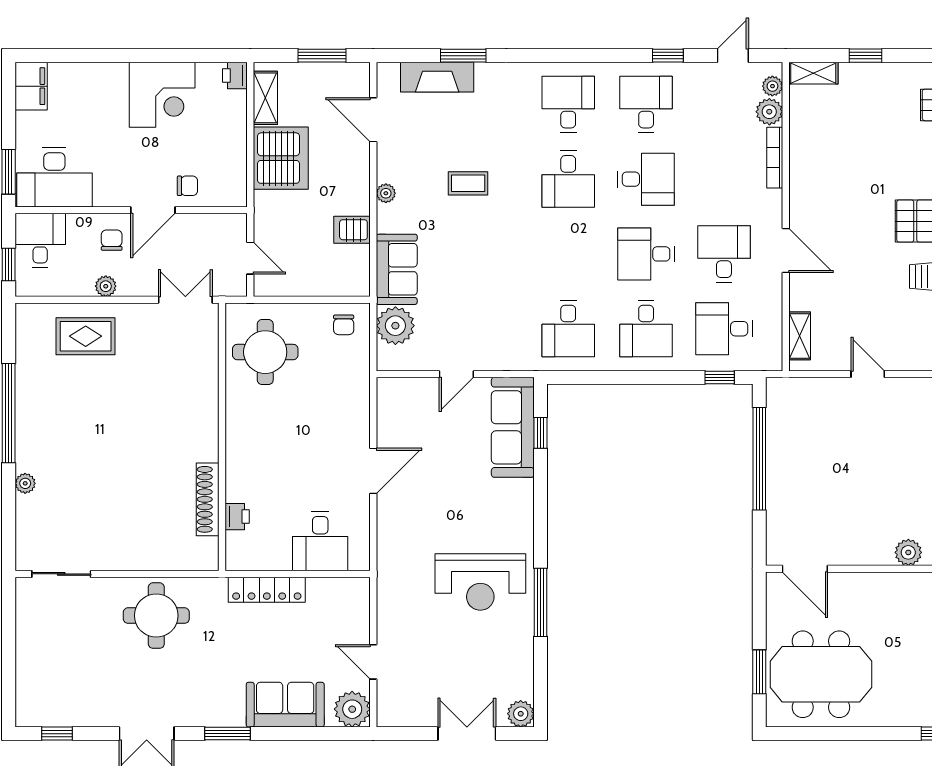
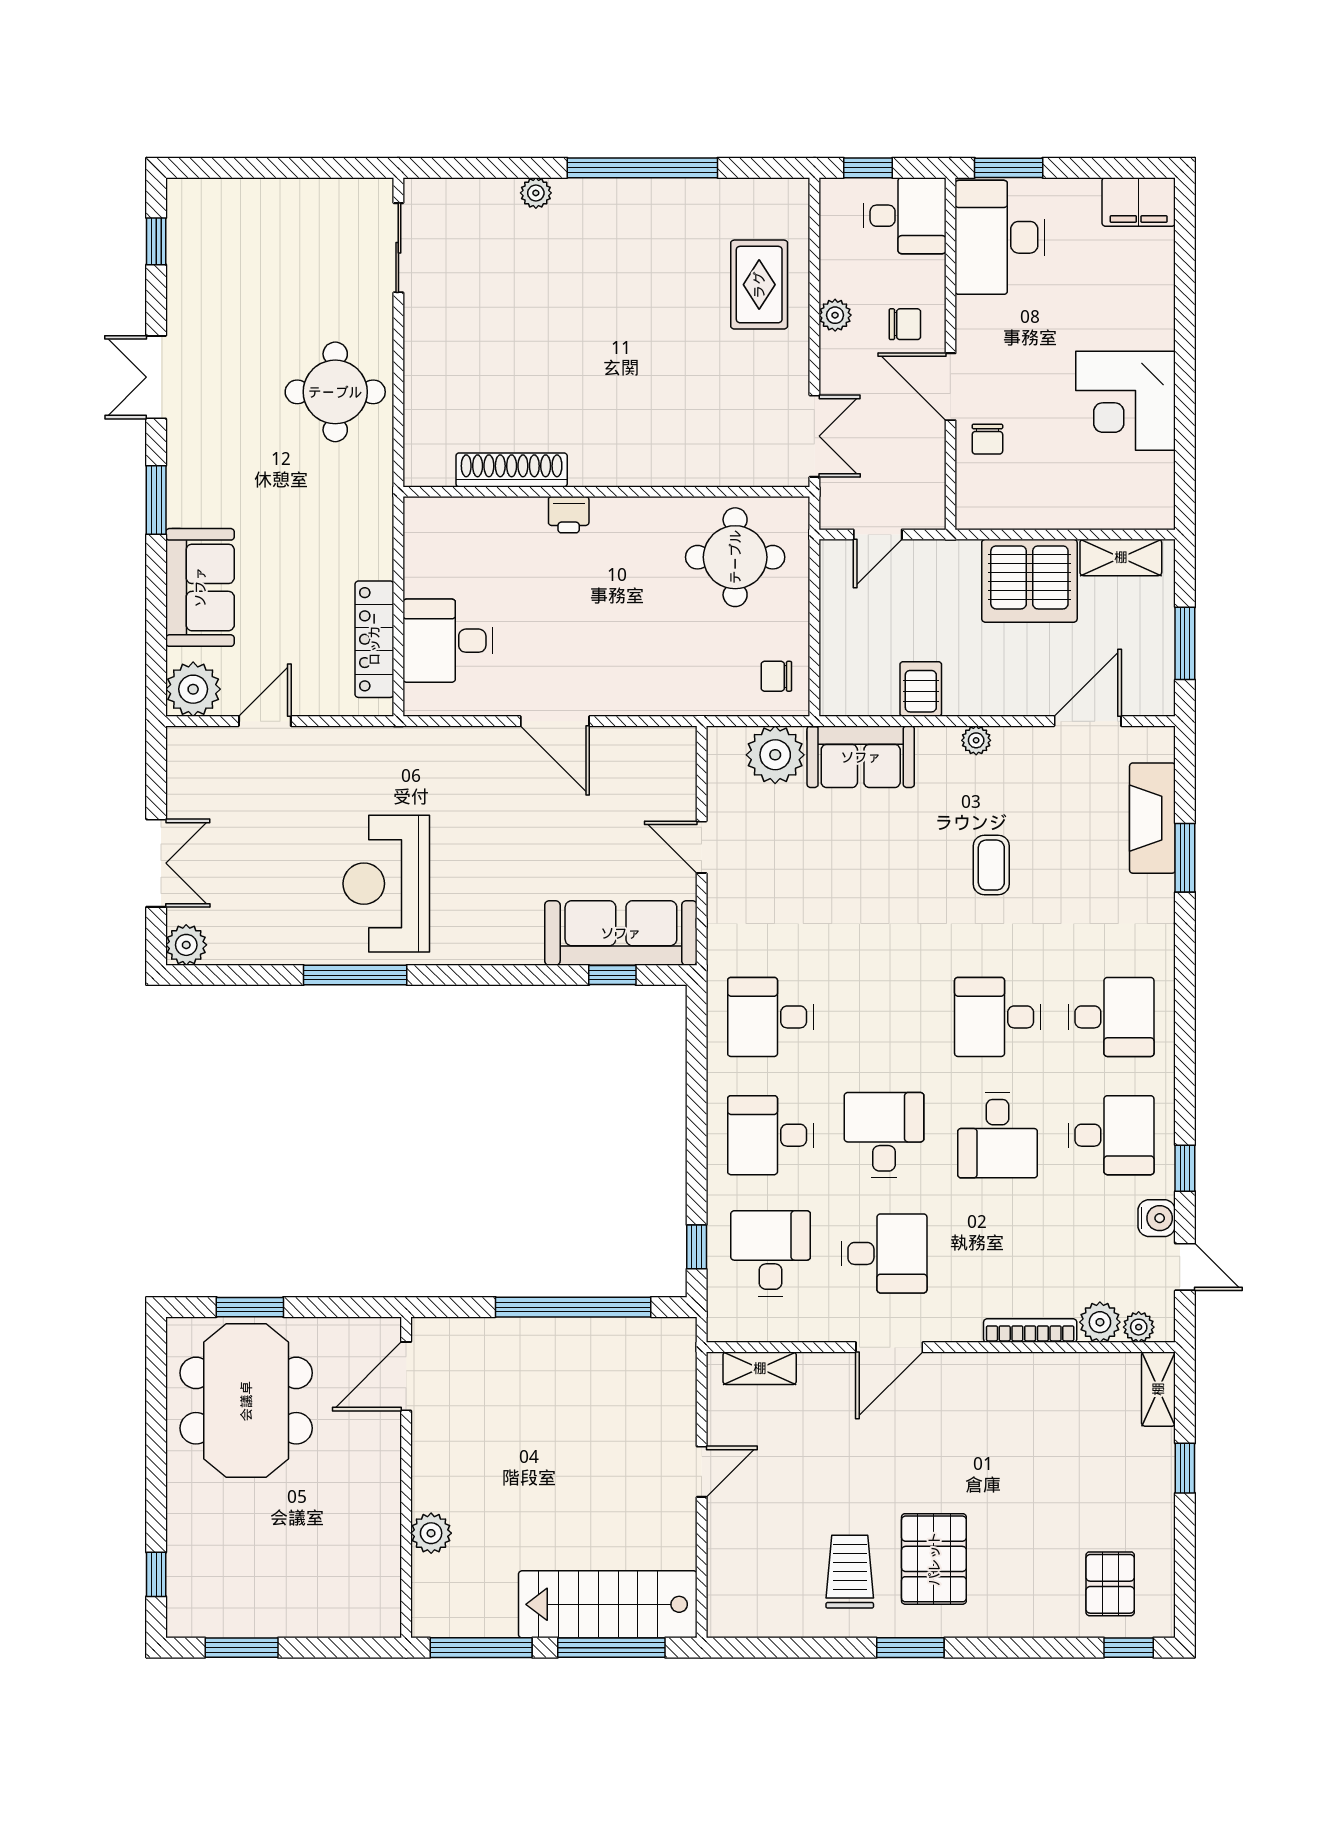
water cooler: (701, 74) -> (1157, 1218), added
printer: (235, 75) -> (1155, 511), removed
printer: (237, 517) -> (569, 515), moved
locker: (267, 590) -> (374, 639), moved

